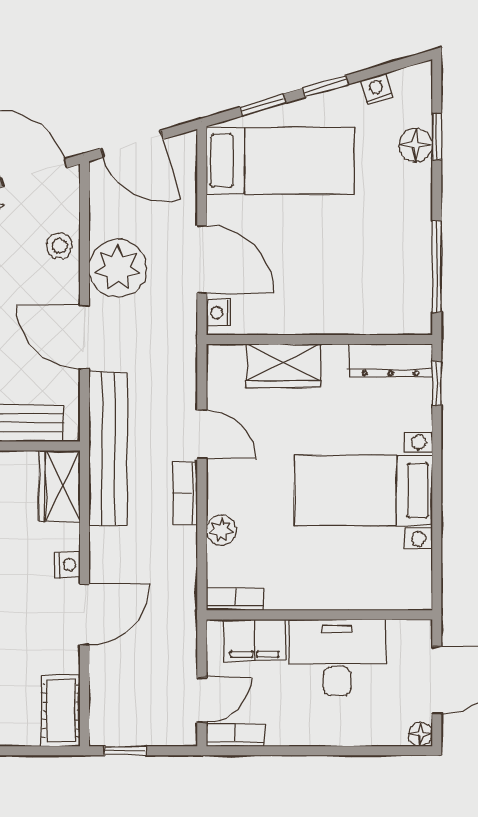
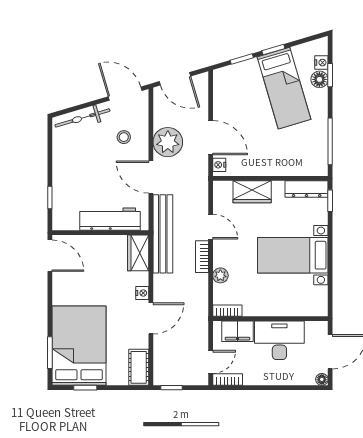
nightstand: (377, 89) -> (321, 63), moved, turned 107
bed: (280, 161) -> (284, 88), moved, turned 73
stool: (59, 246) -> (124, 137), moved

